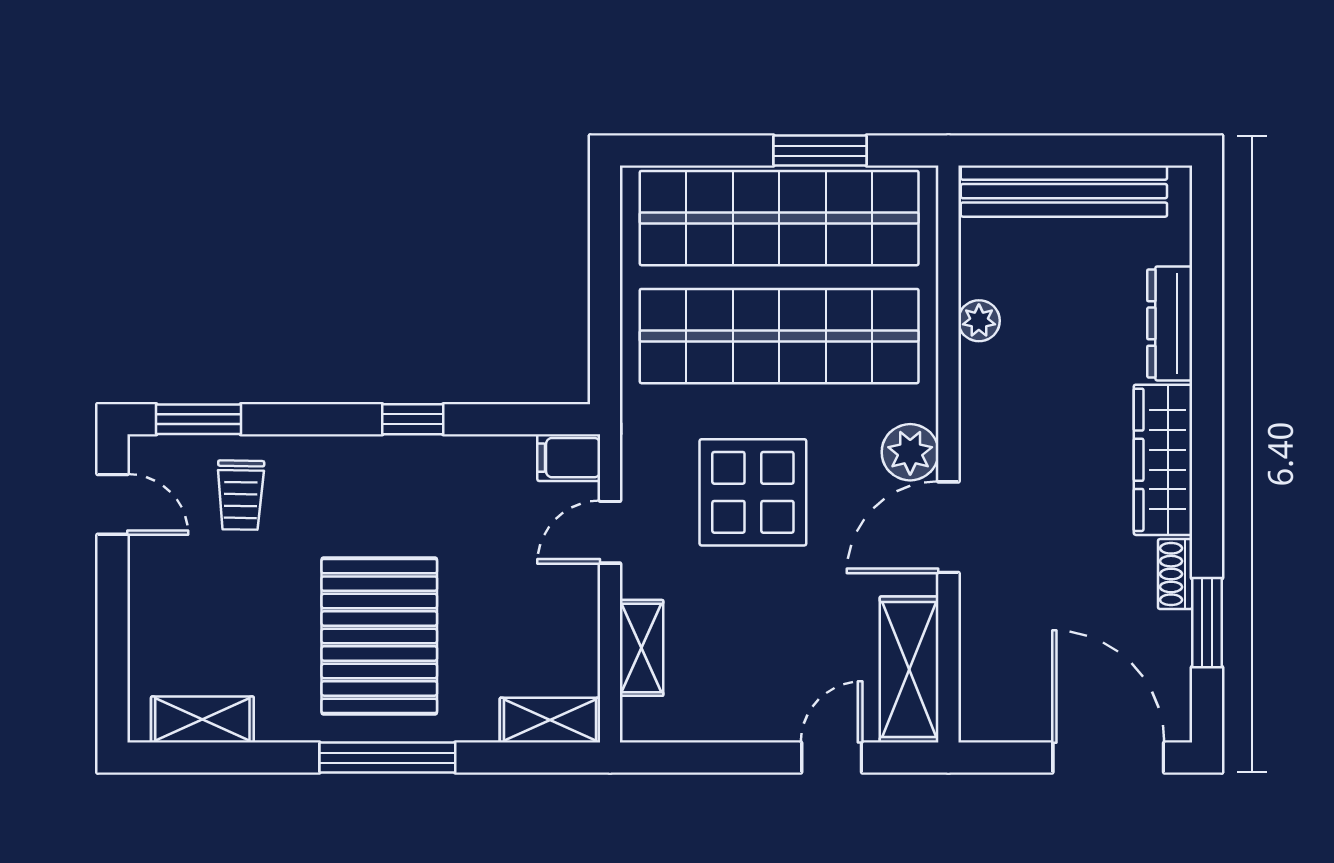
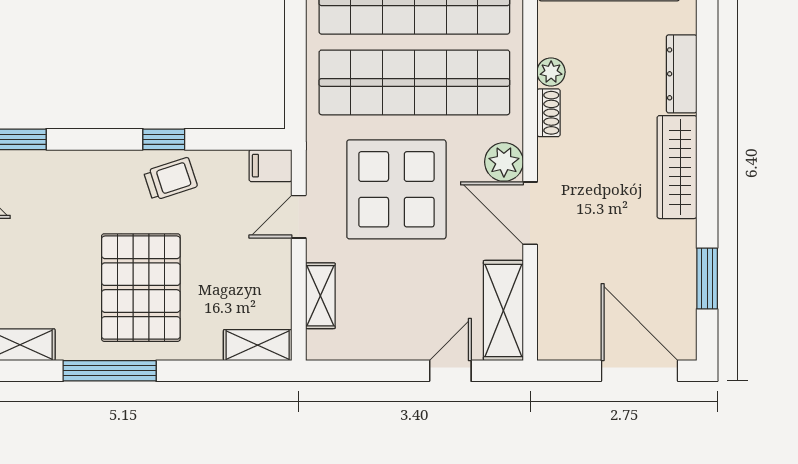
display table: (753, 492) -> (396, 189), width x1.36, depth x1.36
trolley: (241, 495) -> (171, 179), moved, turned -109
door: (948, 527) -> (530, 213), hinge flipped
shoe rack: (1175, 574) -> (549, 113), moved, turned 180
window: (387, 758) -> (110, 371), moved

